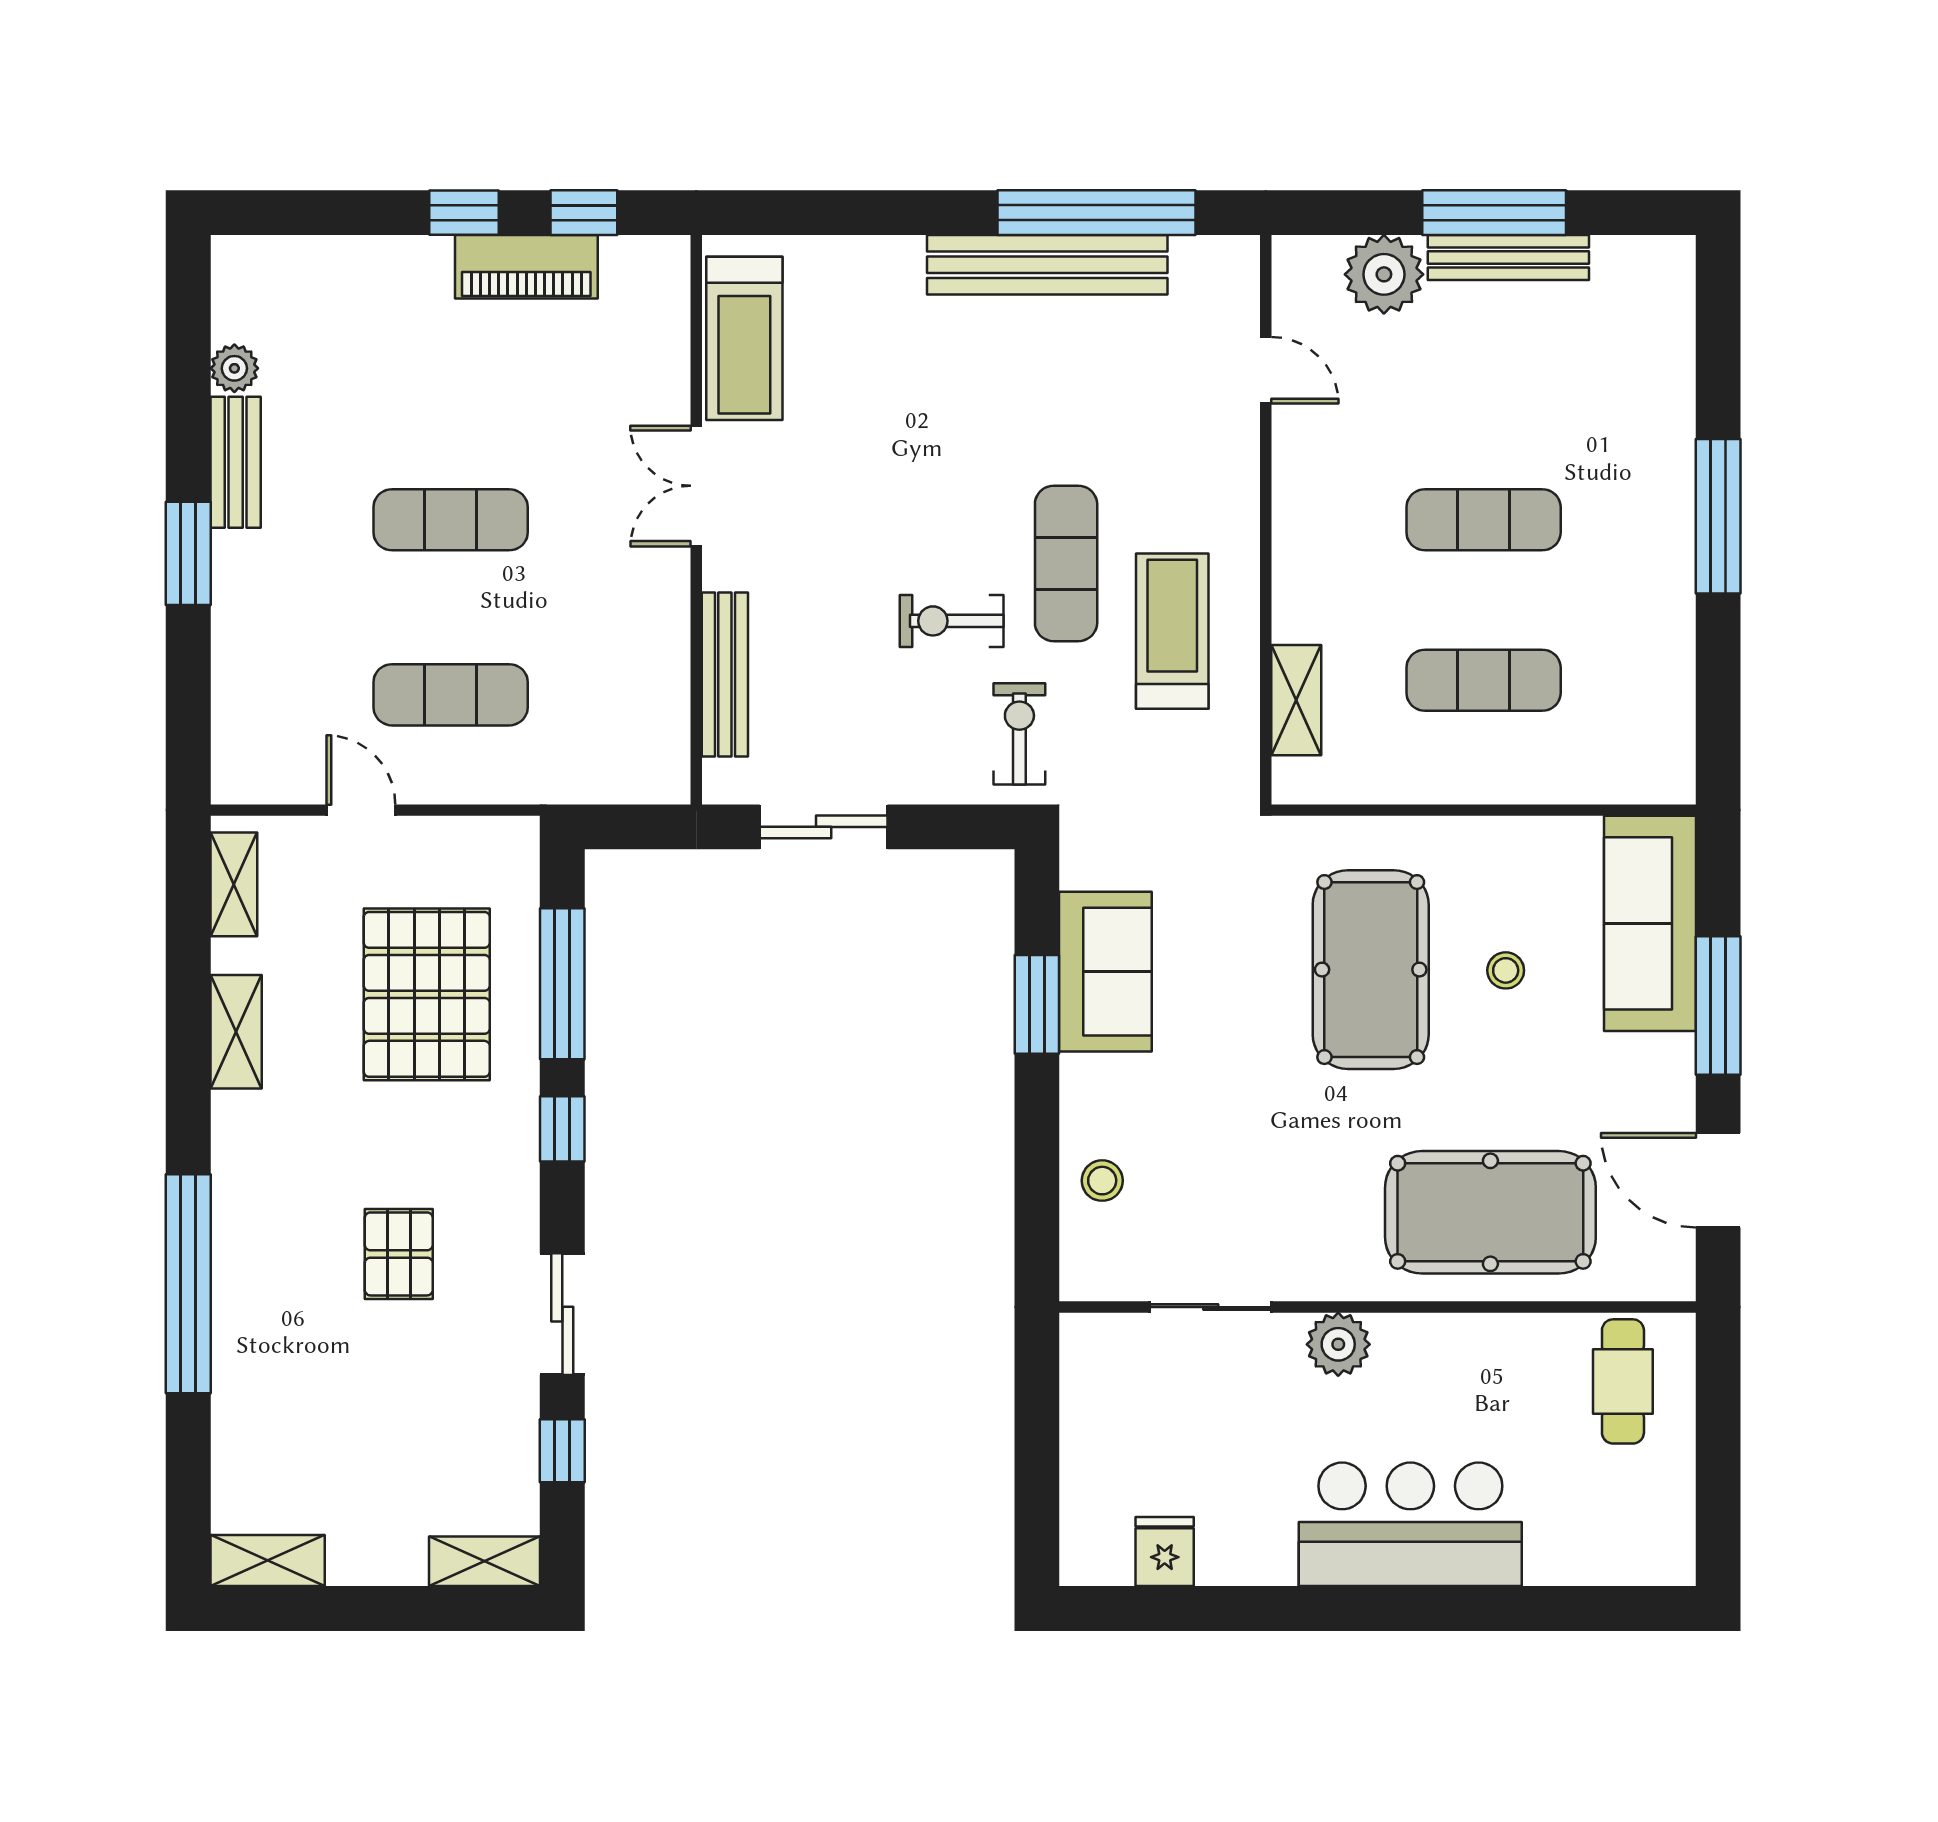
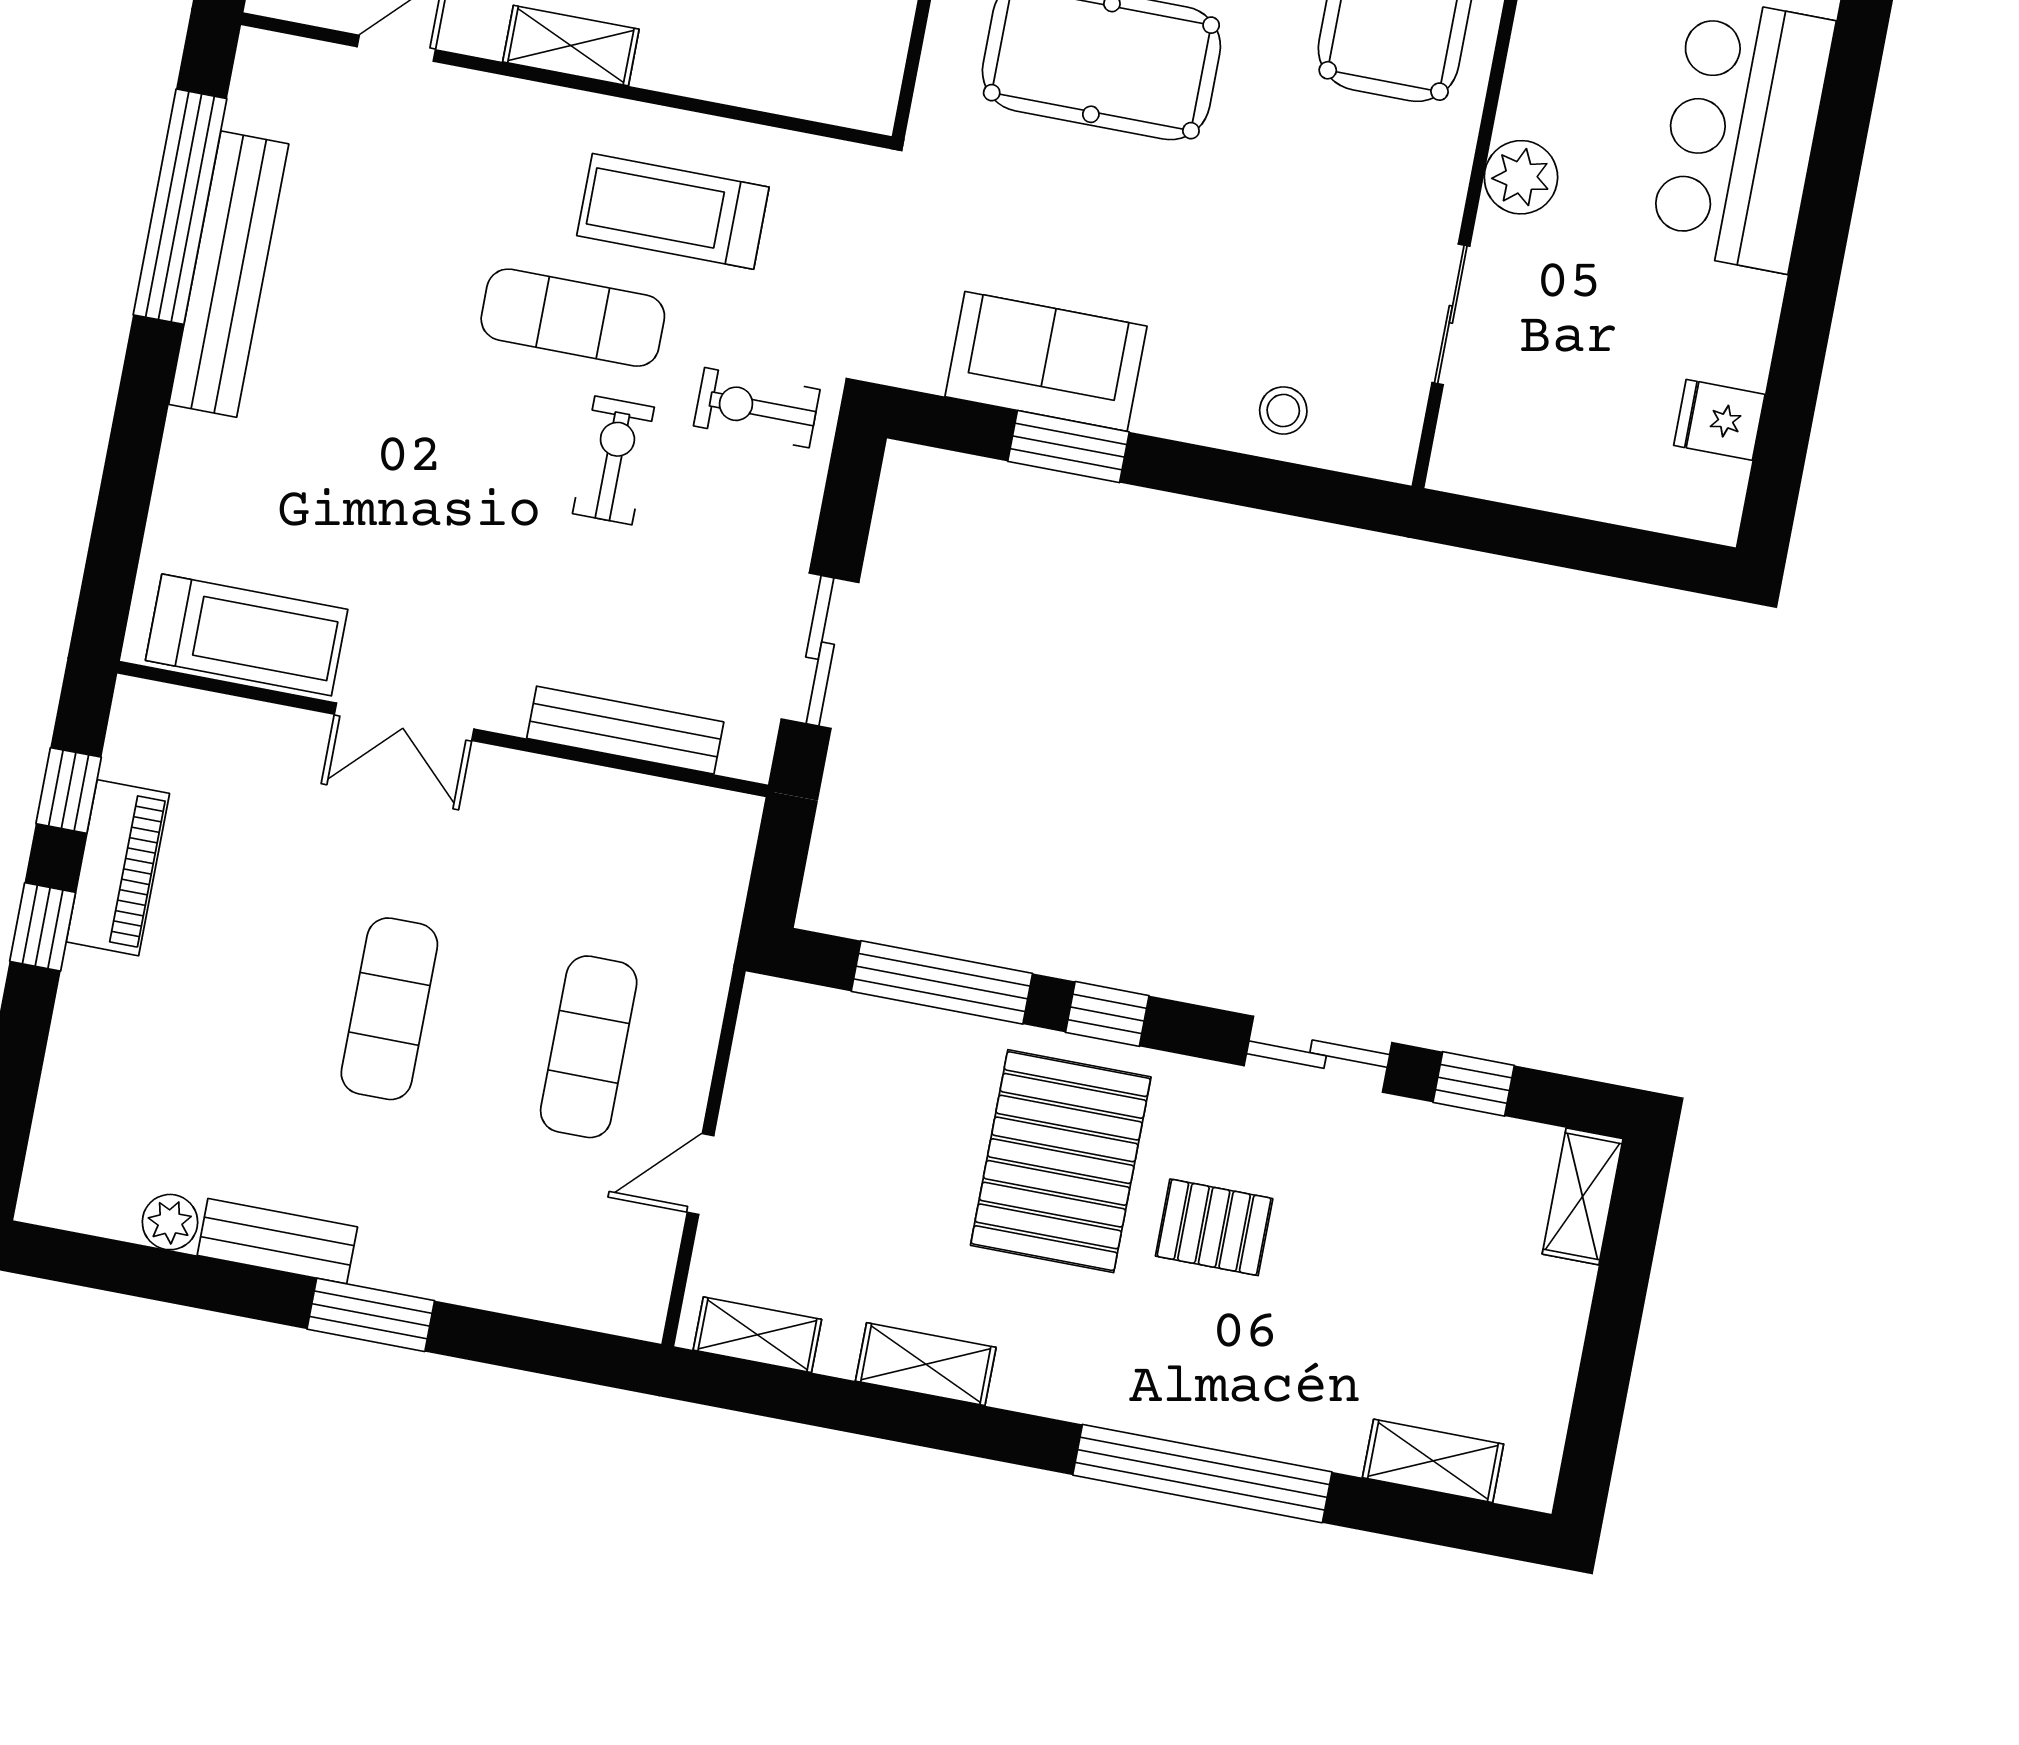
exercise bike: (952, 621) -> (613, 460), turned 180
shelving: (1296, 700) -> (571, 46), moved
pallet: (427, 994) -> (1061, 1161), moved, turned 90
shelving: (268, 1561) -> (1433, 1461), moved, turned 90

